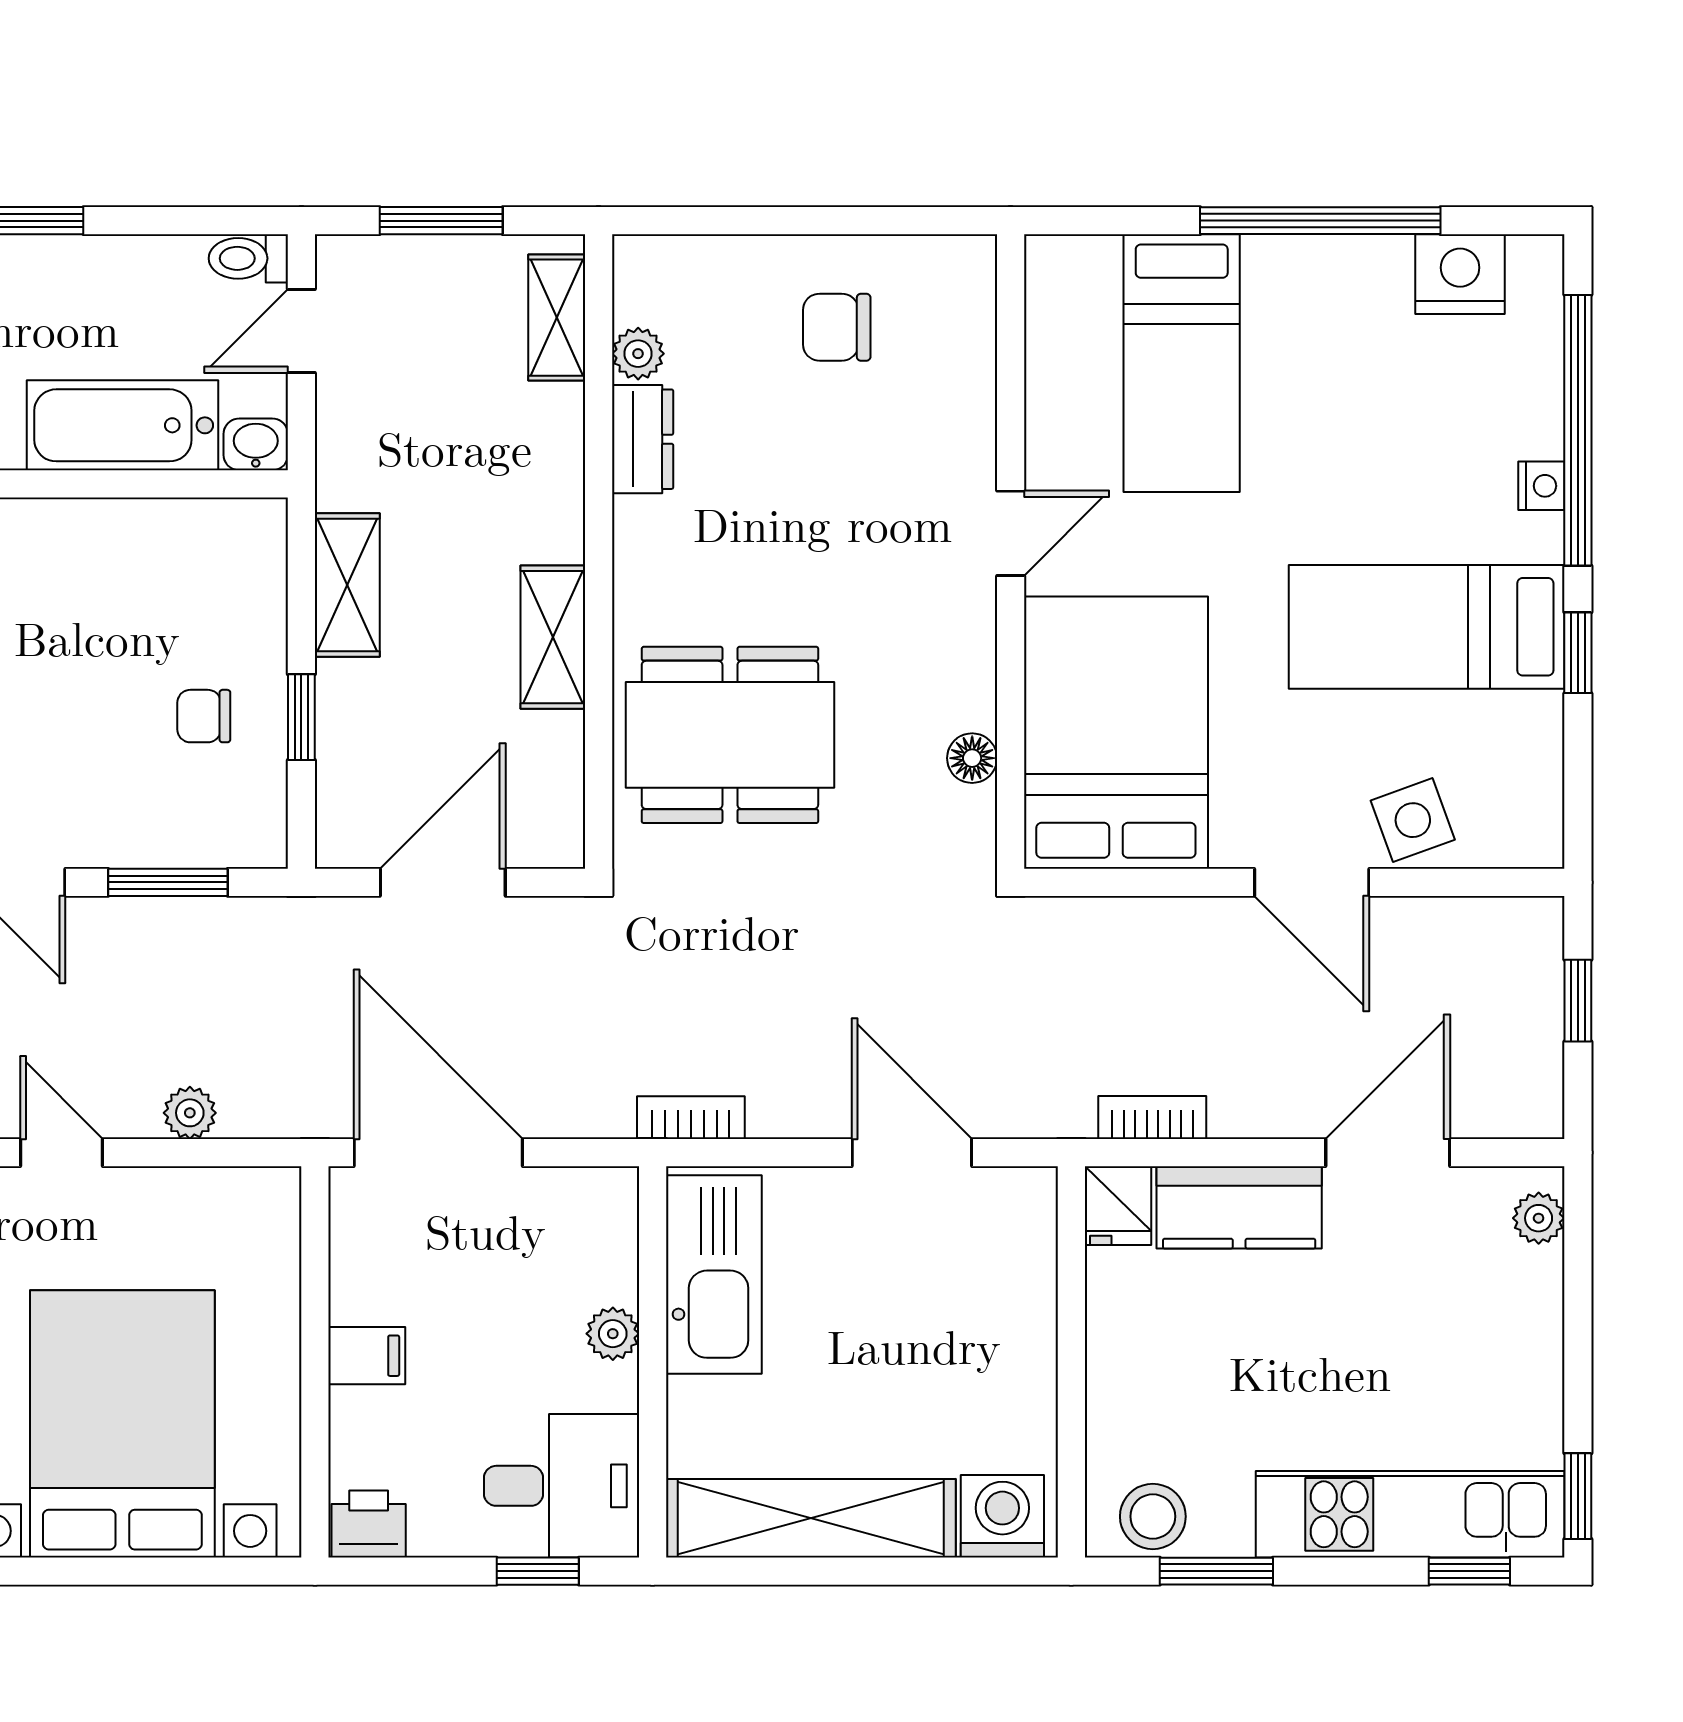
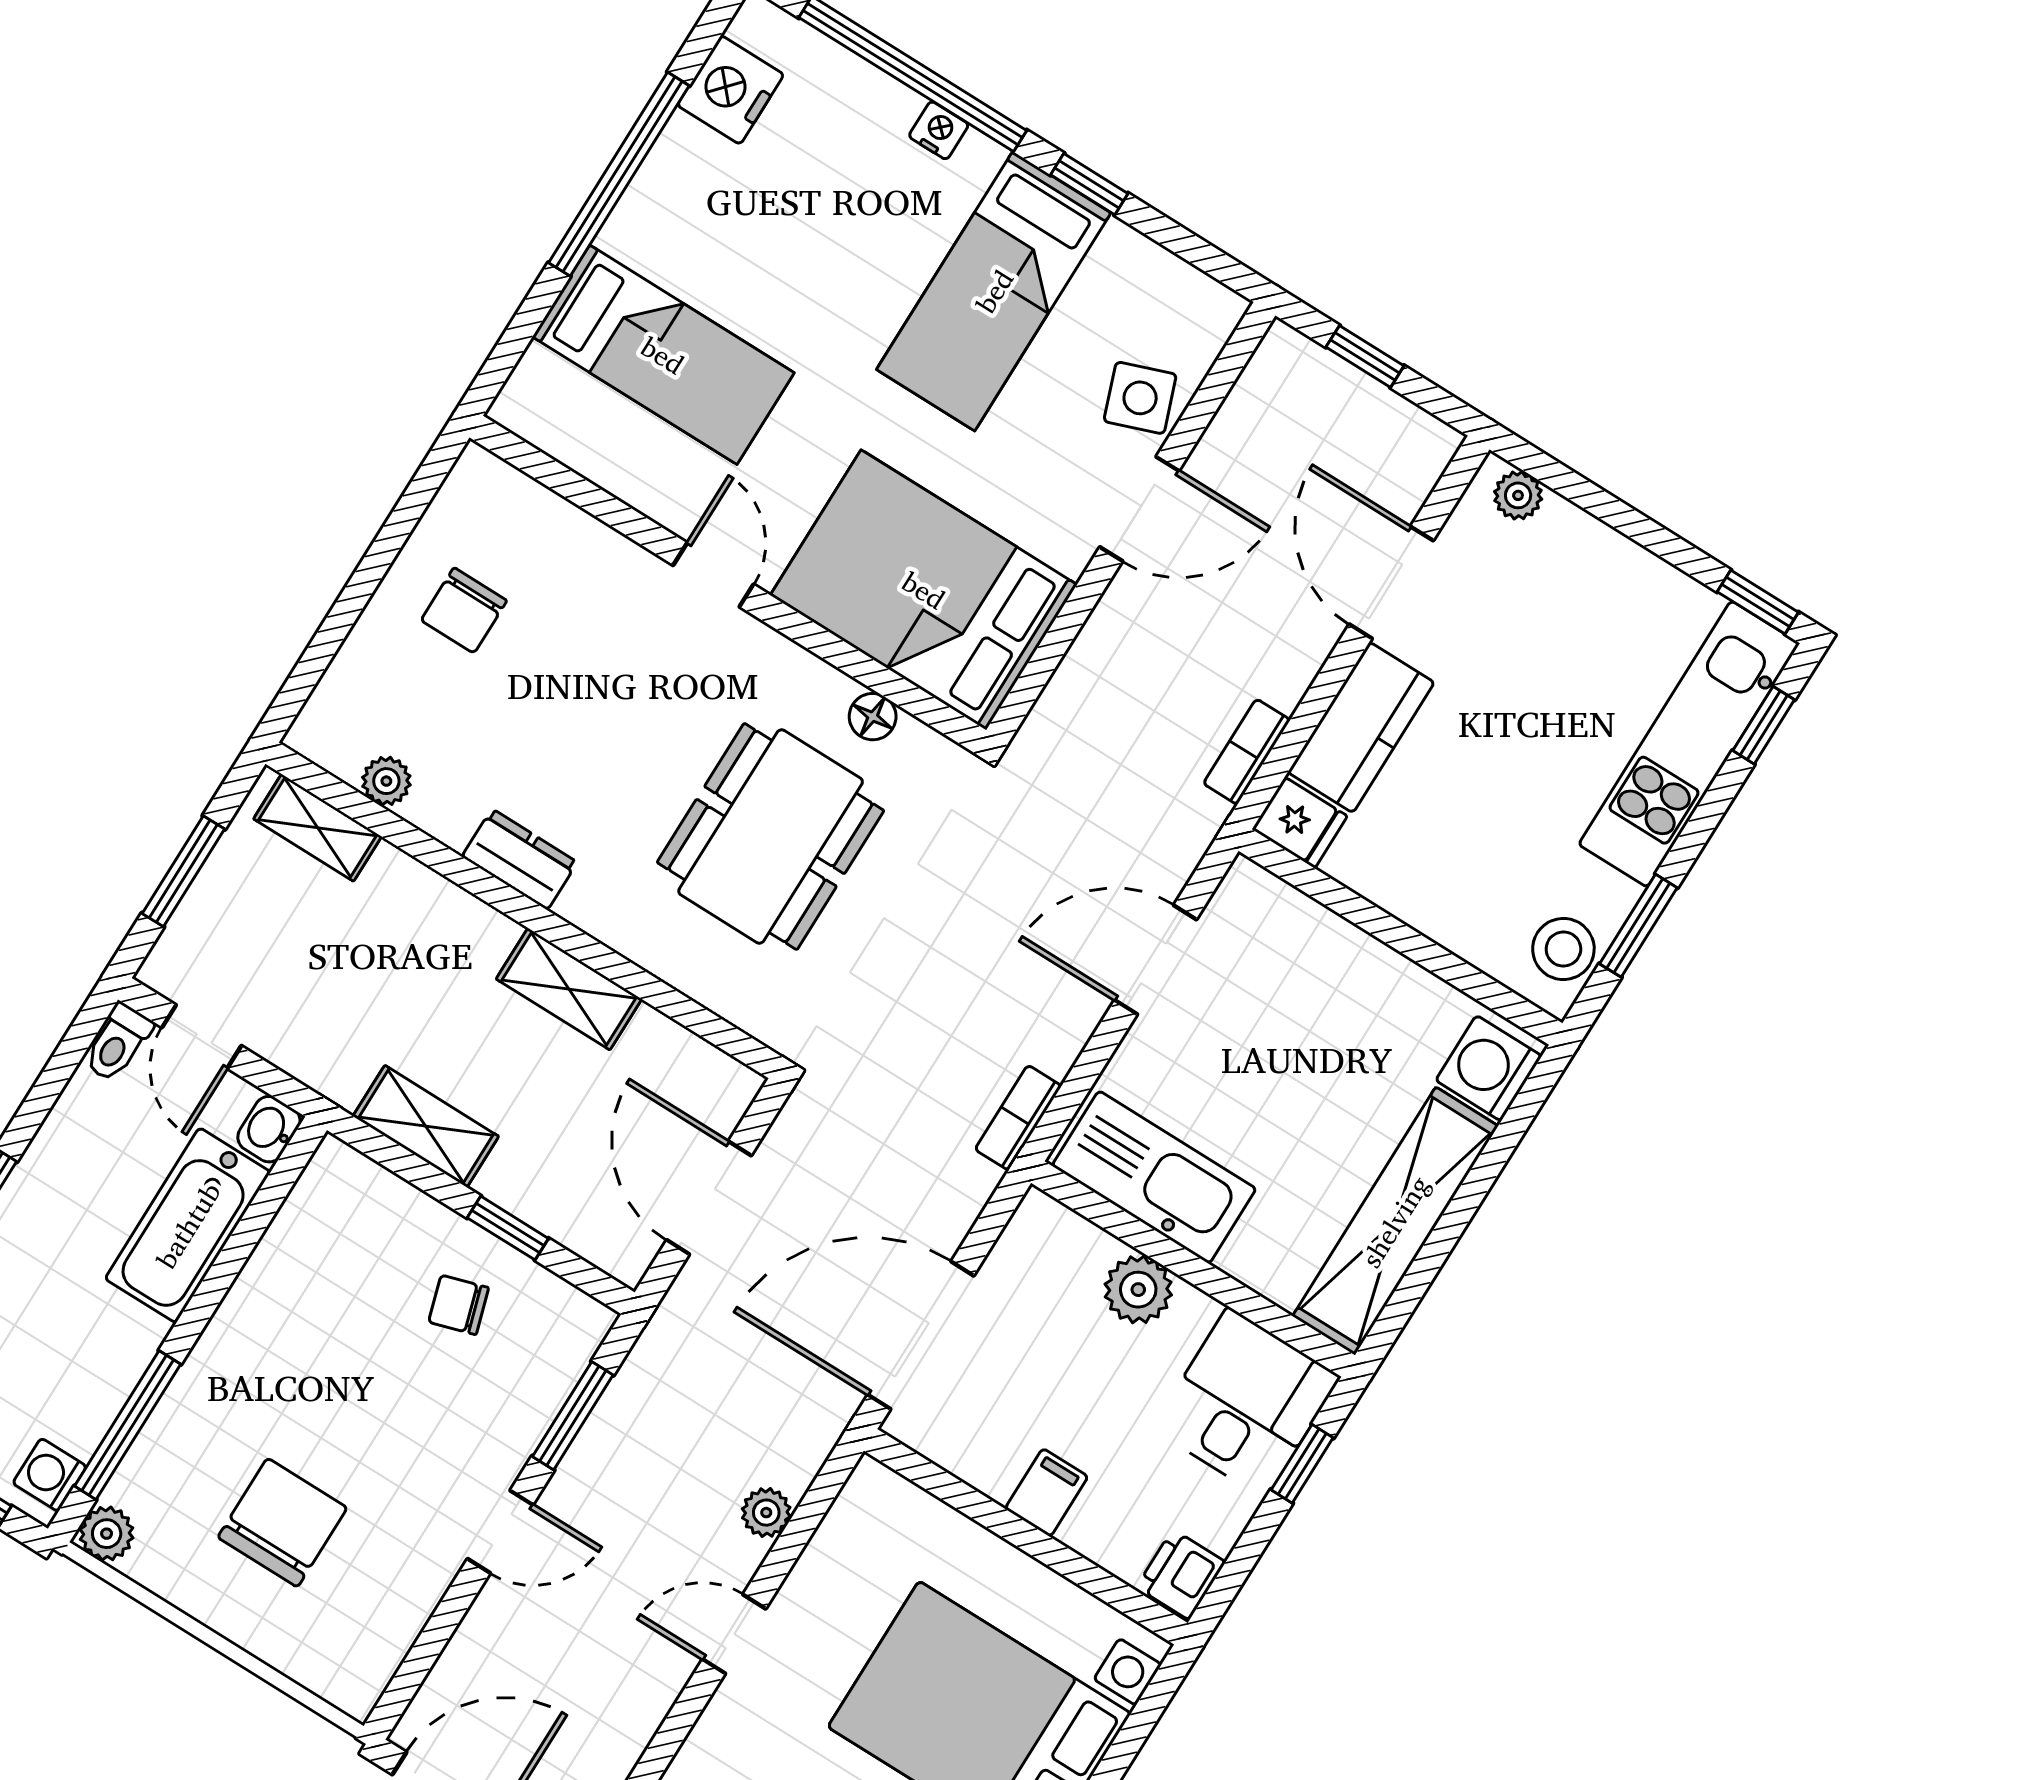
dresser: (643, 439) -> (520, 859), moved
chair: (204, 716) -> (459, 1305), turned 73
dining table: (730, 735) -> (771, 836), moved
plant: (613, 1334) -> (1138, 1290), width x1.38, depth x1.38

